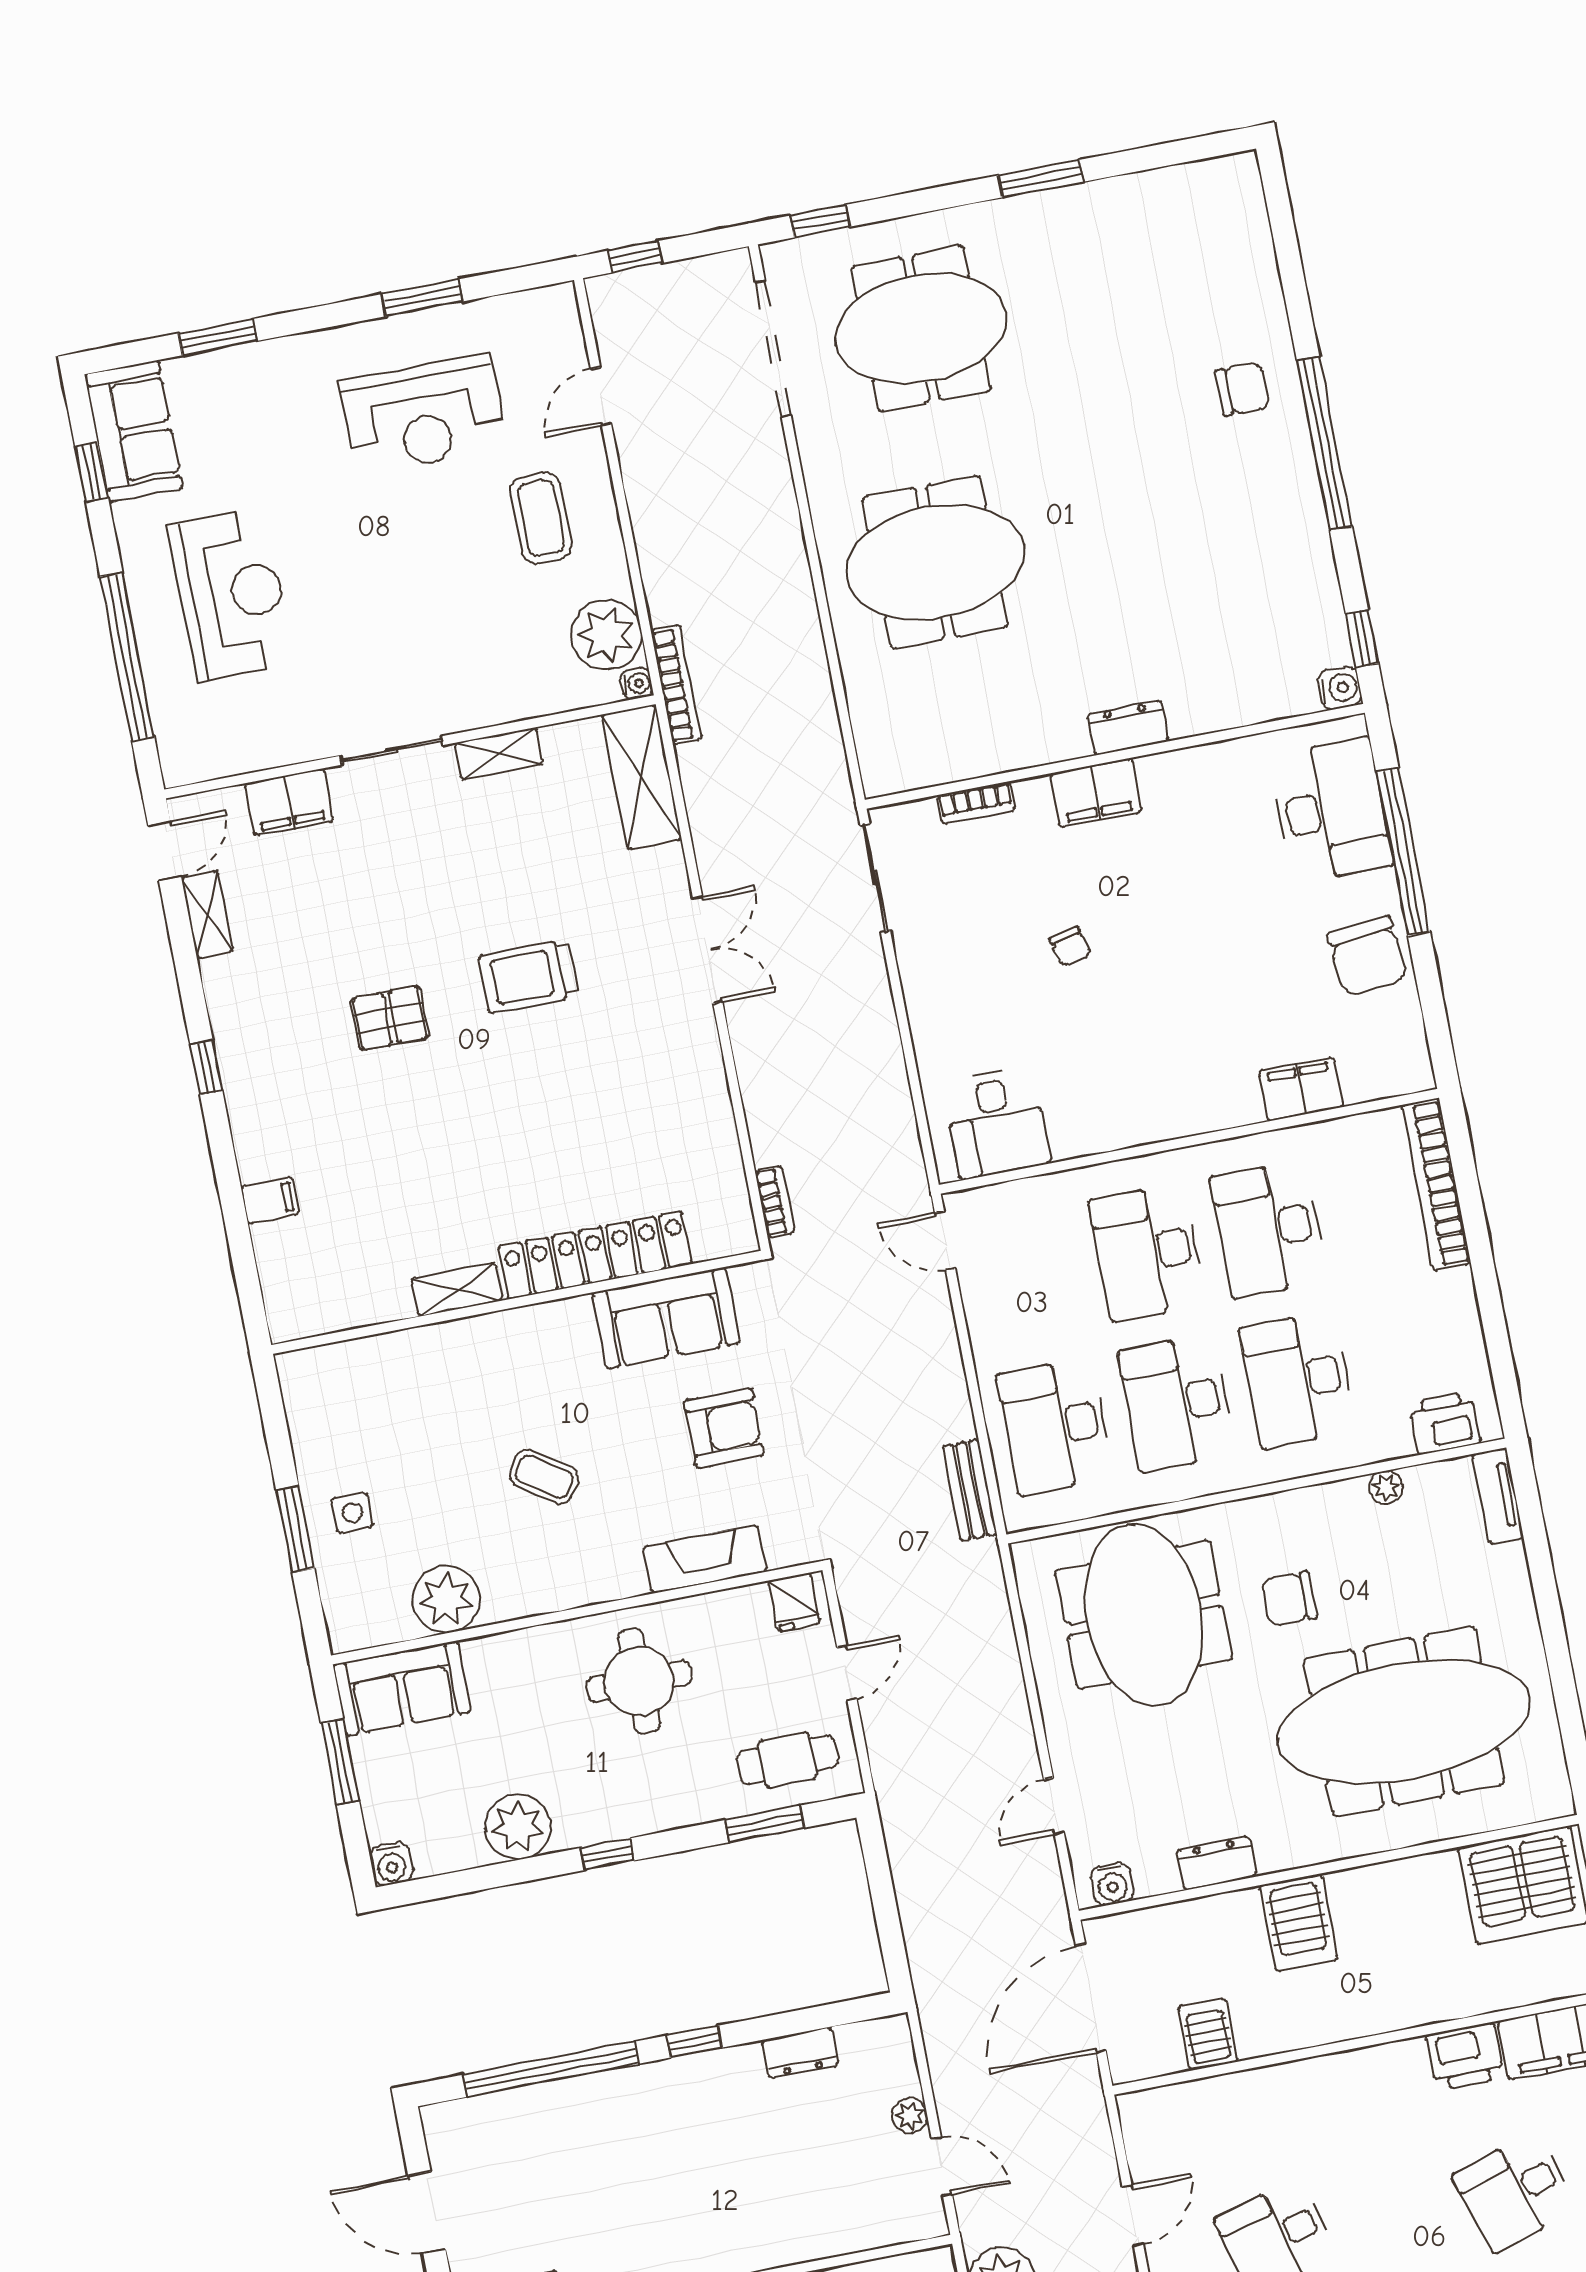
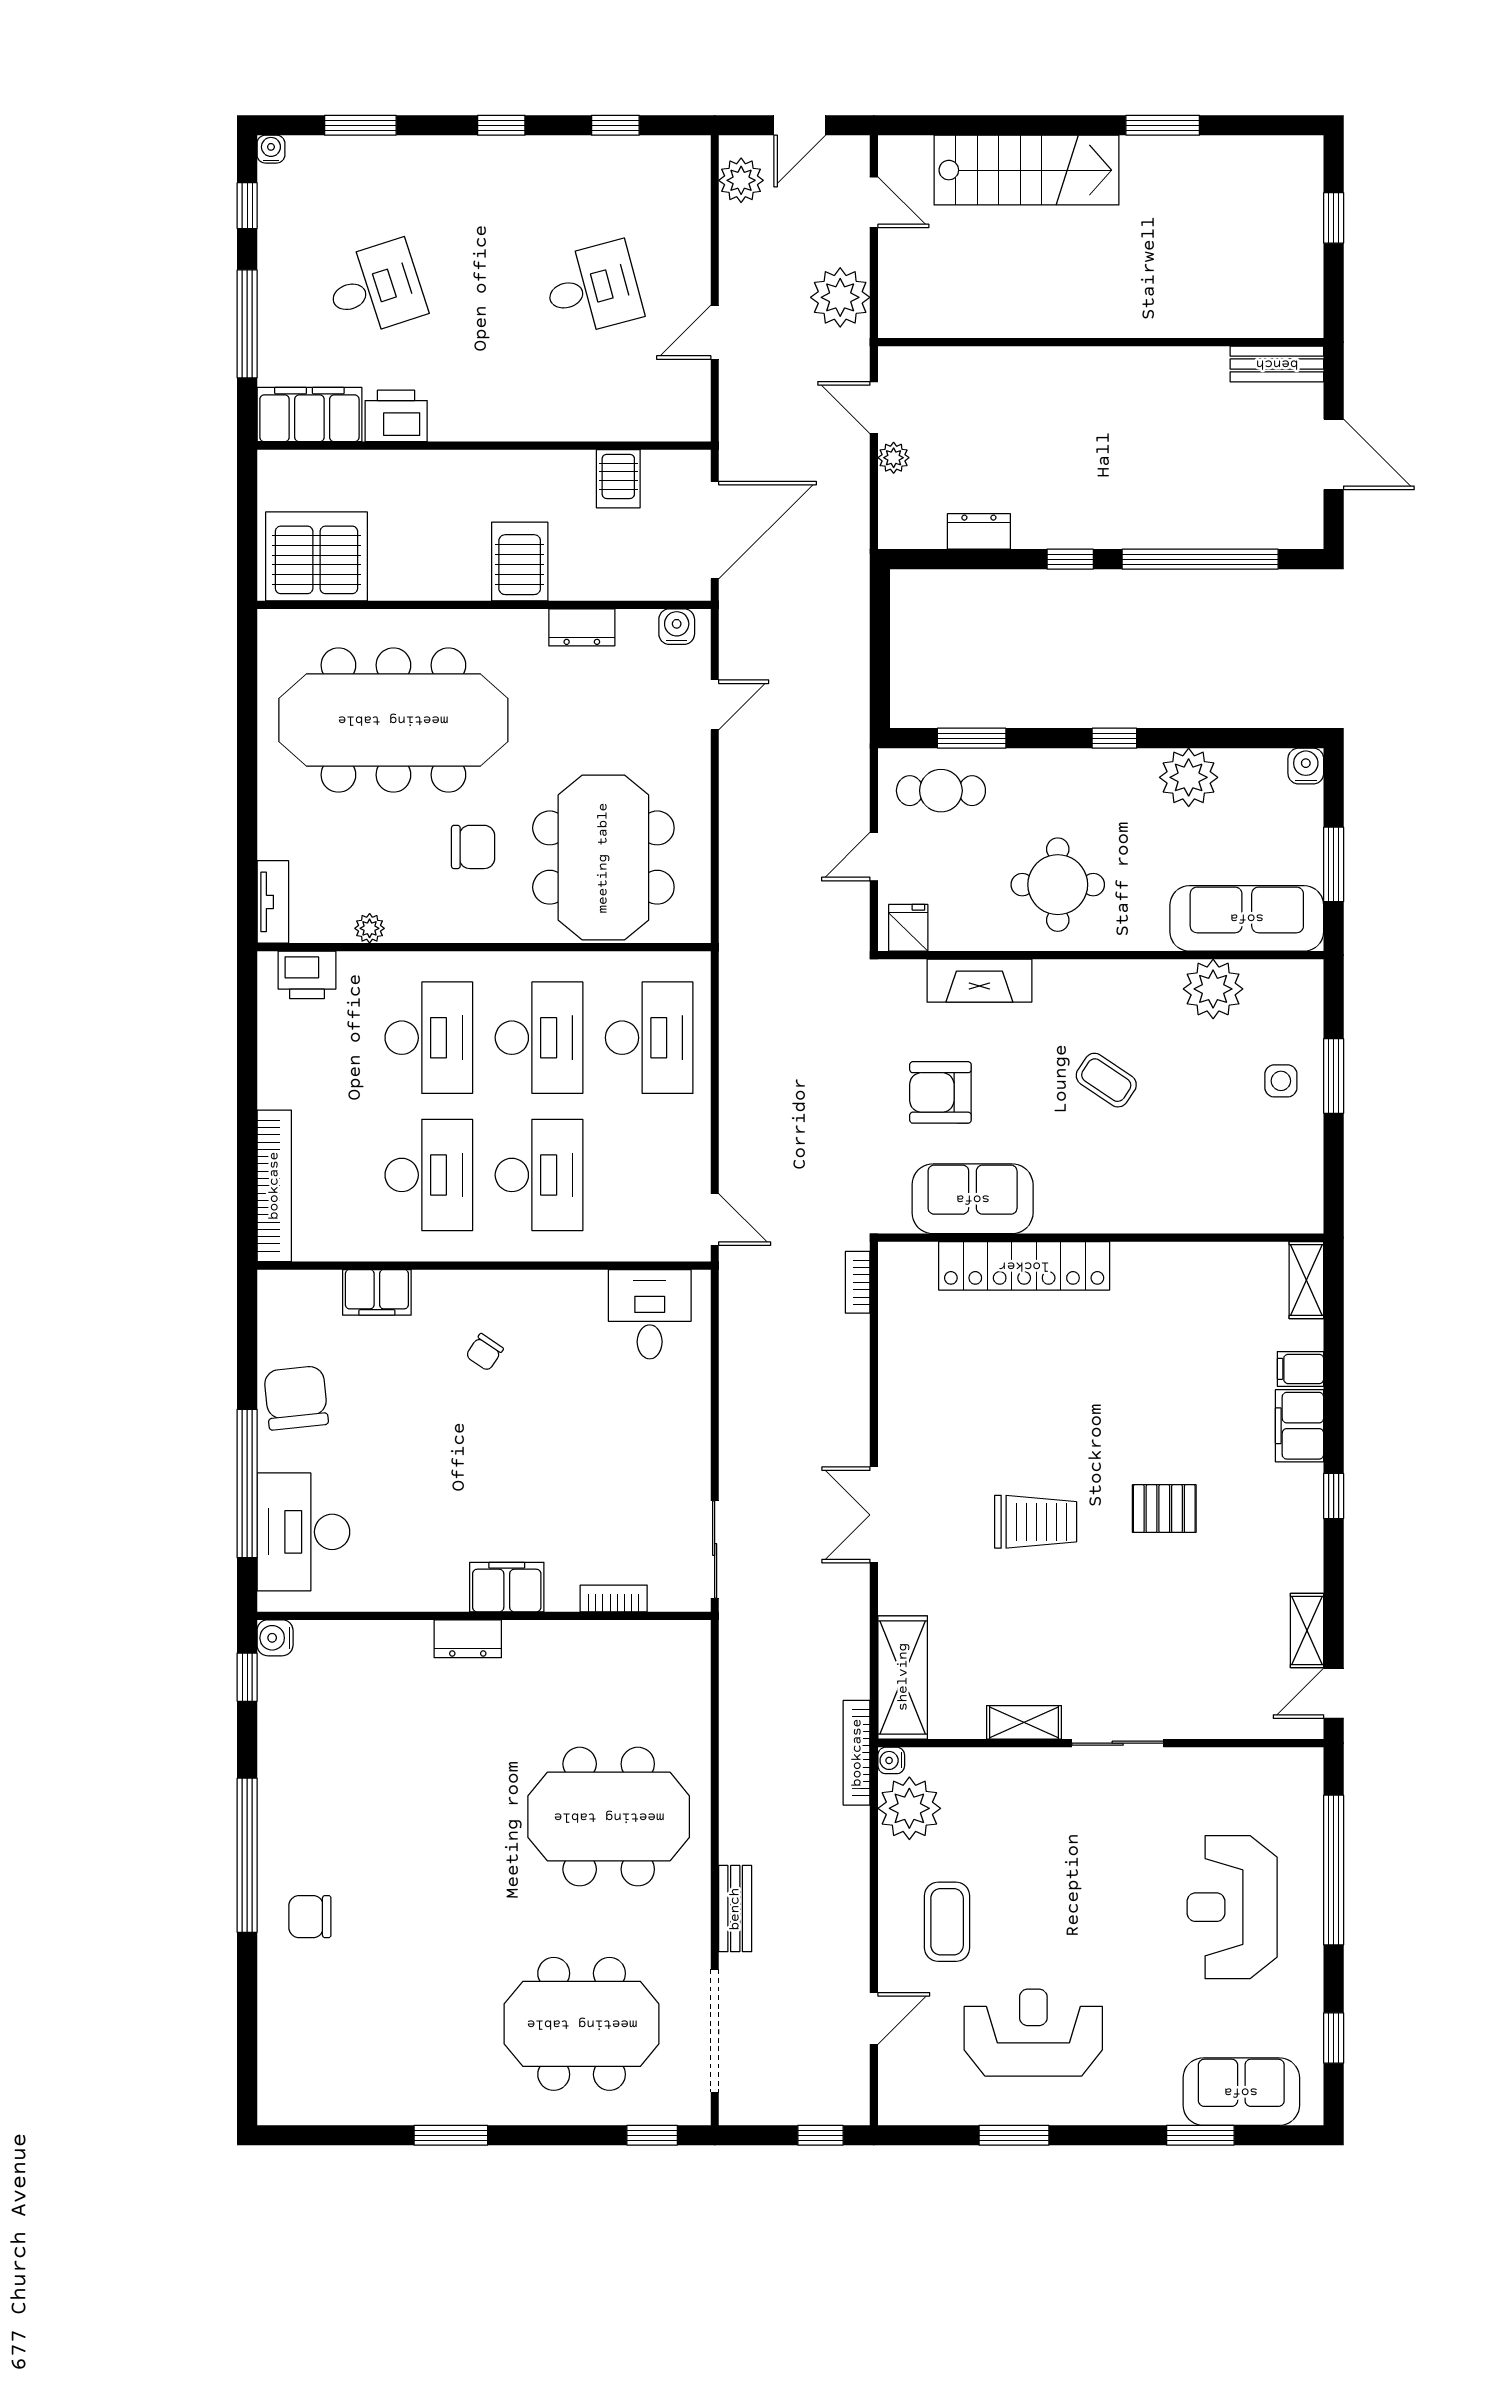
sofa: (134, 431) -> (1241, 2092), moved, turned 90
filing cabinet: (289, 802) -> (1300, 1426), moved, turned -90
chair: (1070, 947) -> (484, 1352), moved, turned -131
shelving: (457, 1290) -> (1306, 1280), moved, turned 90
bench: (970, 1490) -> (735, 1909), moved
sofa: (402, 1688) -> (1247, 918), width x1.36

